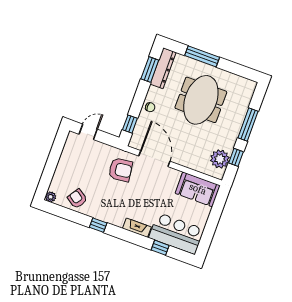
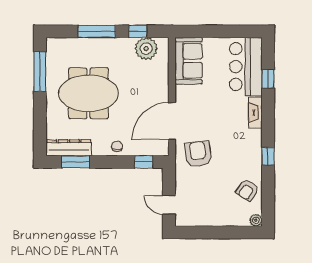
window: (202, 56) -> (40, 72), moved

